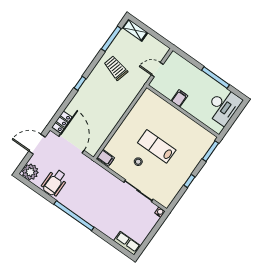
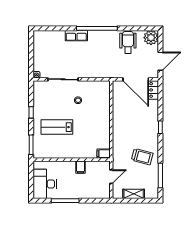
shelving: (135, 30) -> (134, 194), moved
lab bench: (157, 146) -> (57, 127), moved, turned 180
filing cabinet: (106, 158) -> (104, 154), moved
row of seats: (127, 243) -> (76, 36), moved

